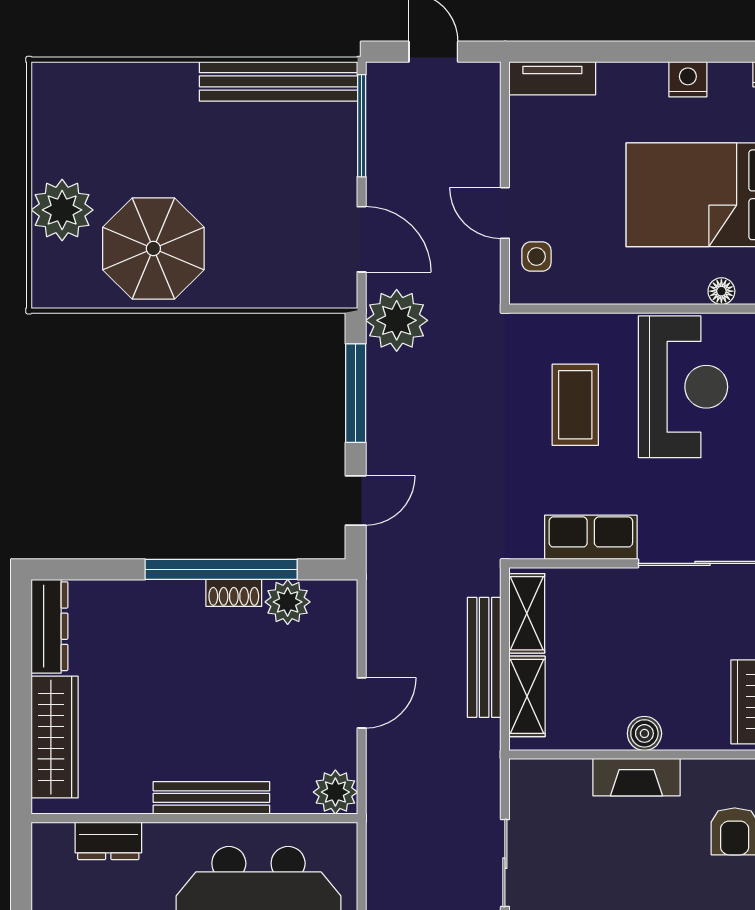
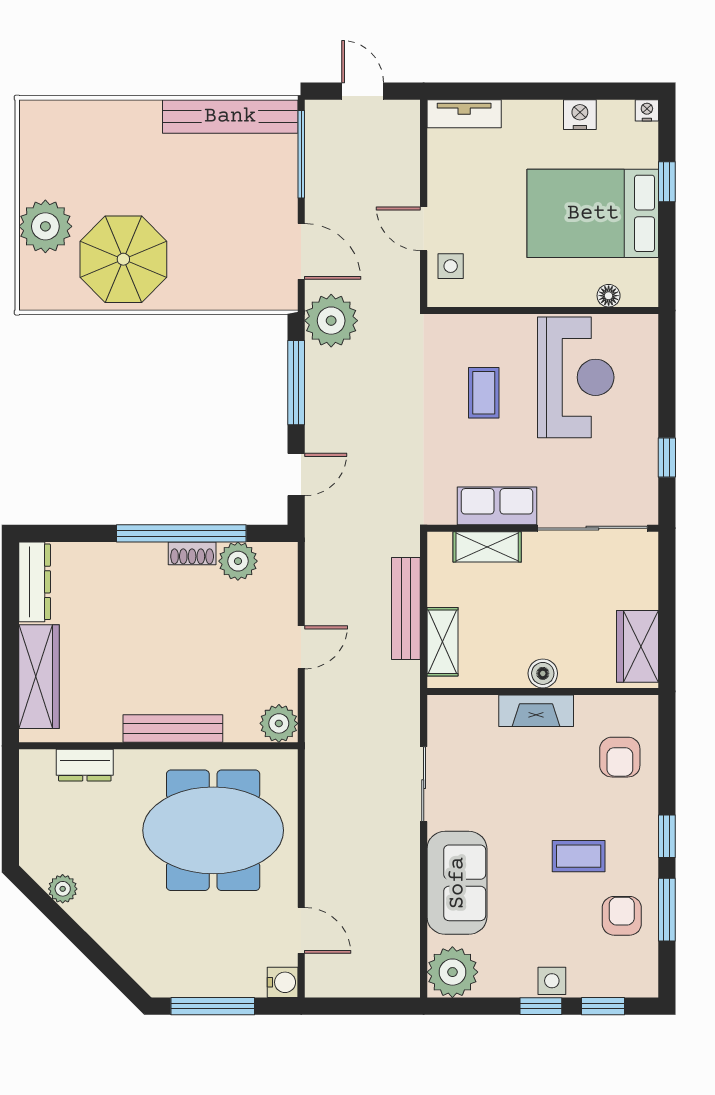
coffee table: (575, 405) -> (484, 393), width x0.73, depth x0.77
shelving: (527, 613) -> (487, 547), moved, turned 90

